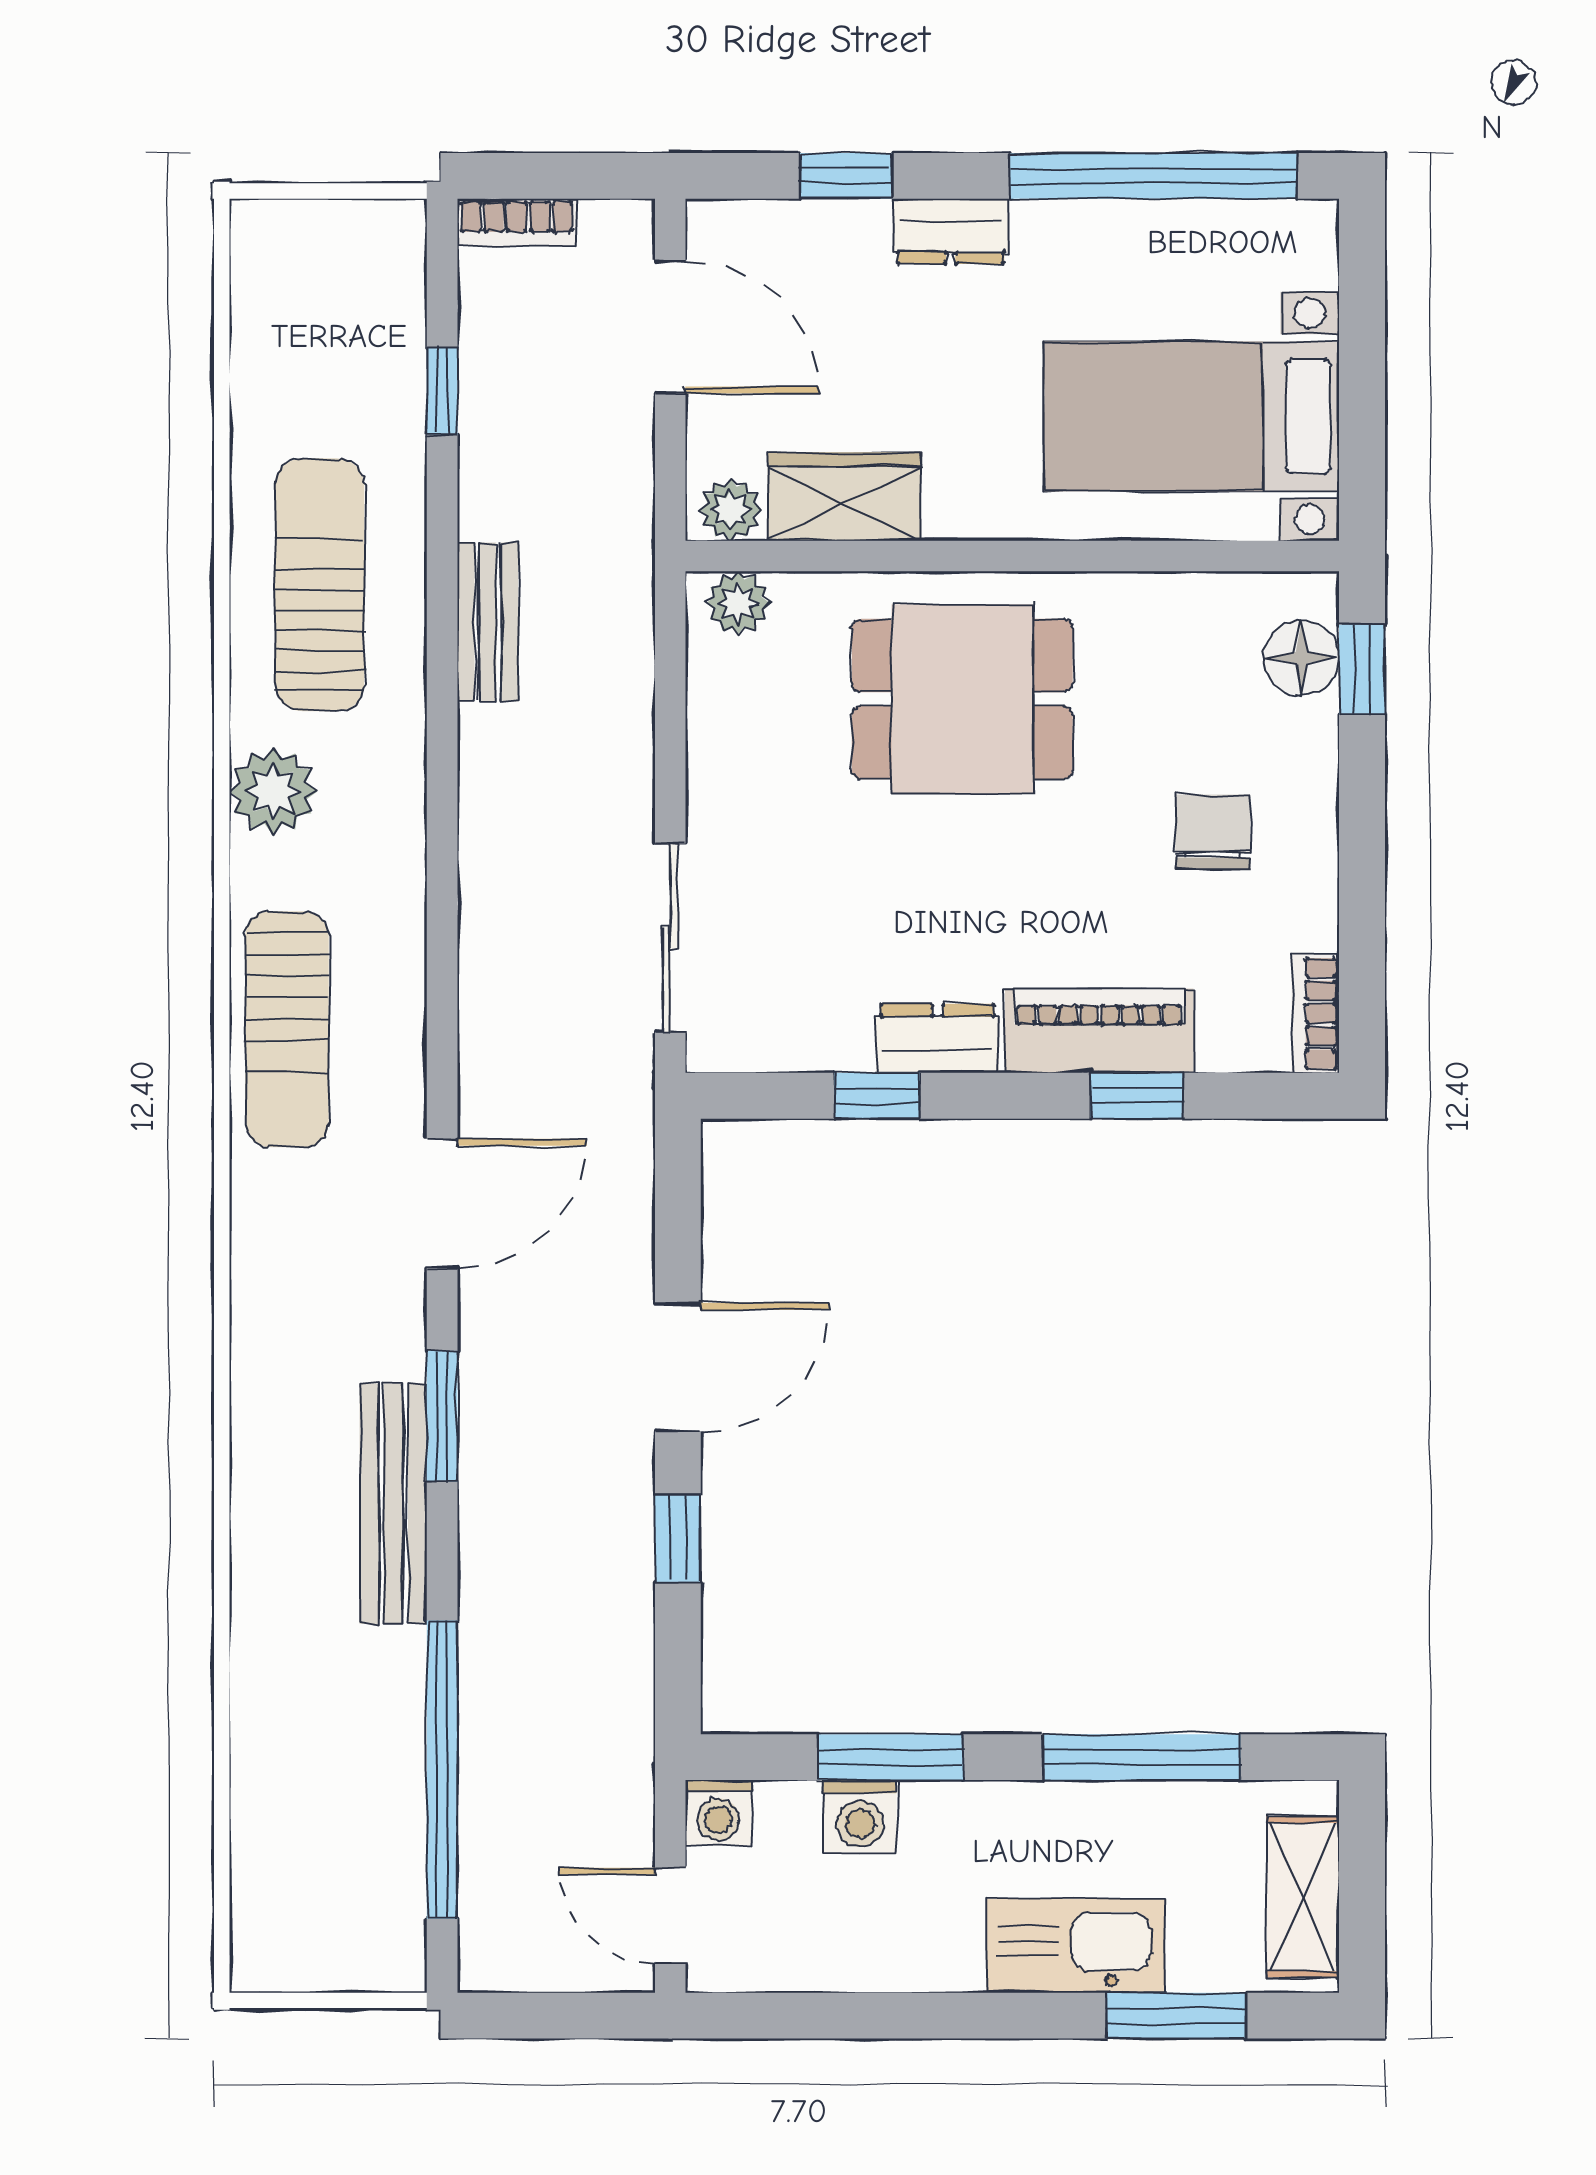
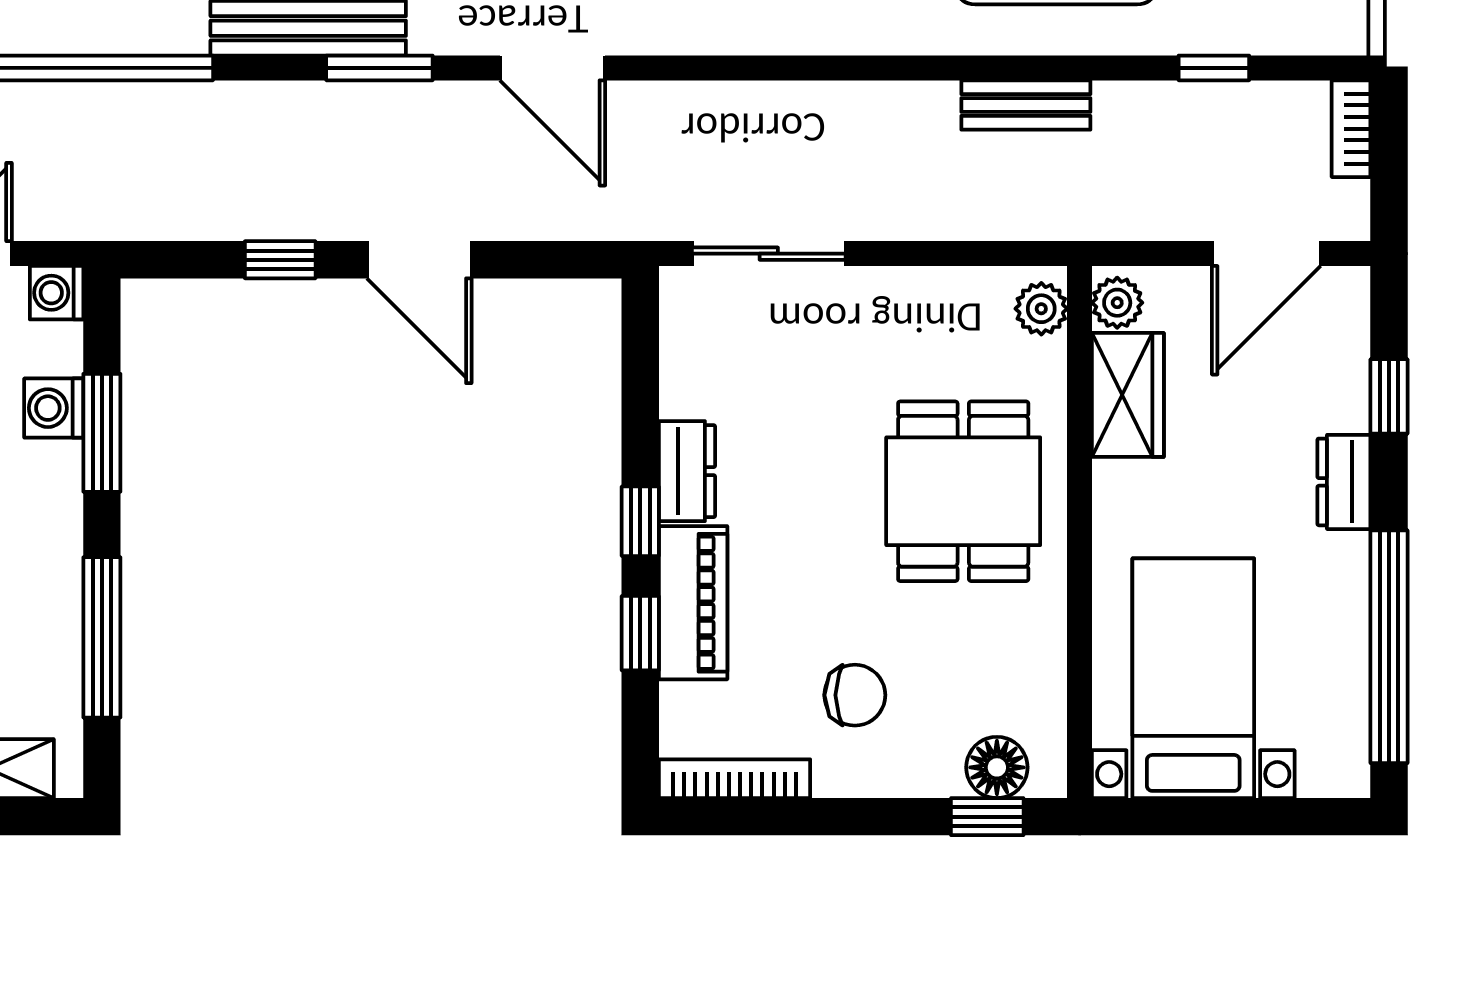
bookcase: (1315, 1013) -> (735, 779), width x1.56
window: (877, 1096) -> (640, 521), moved

